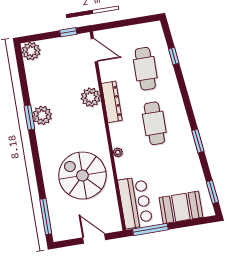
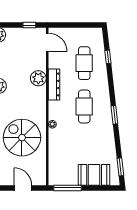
window: (198, 141) -> (114, 115), moved
bar counter: (135, 202) -> (59, 165), removed

